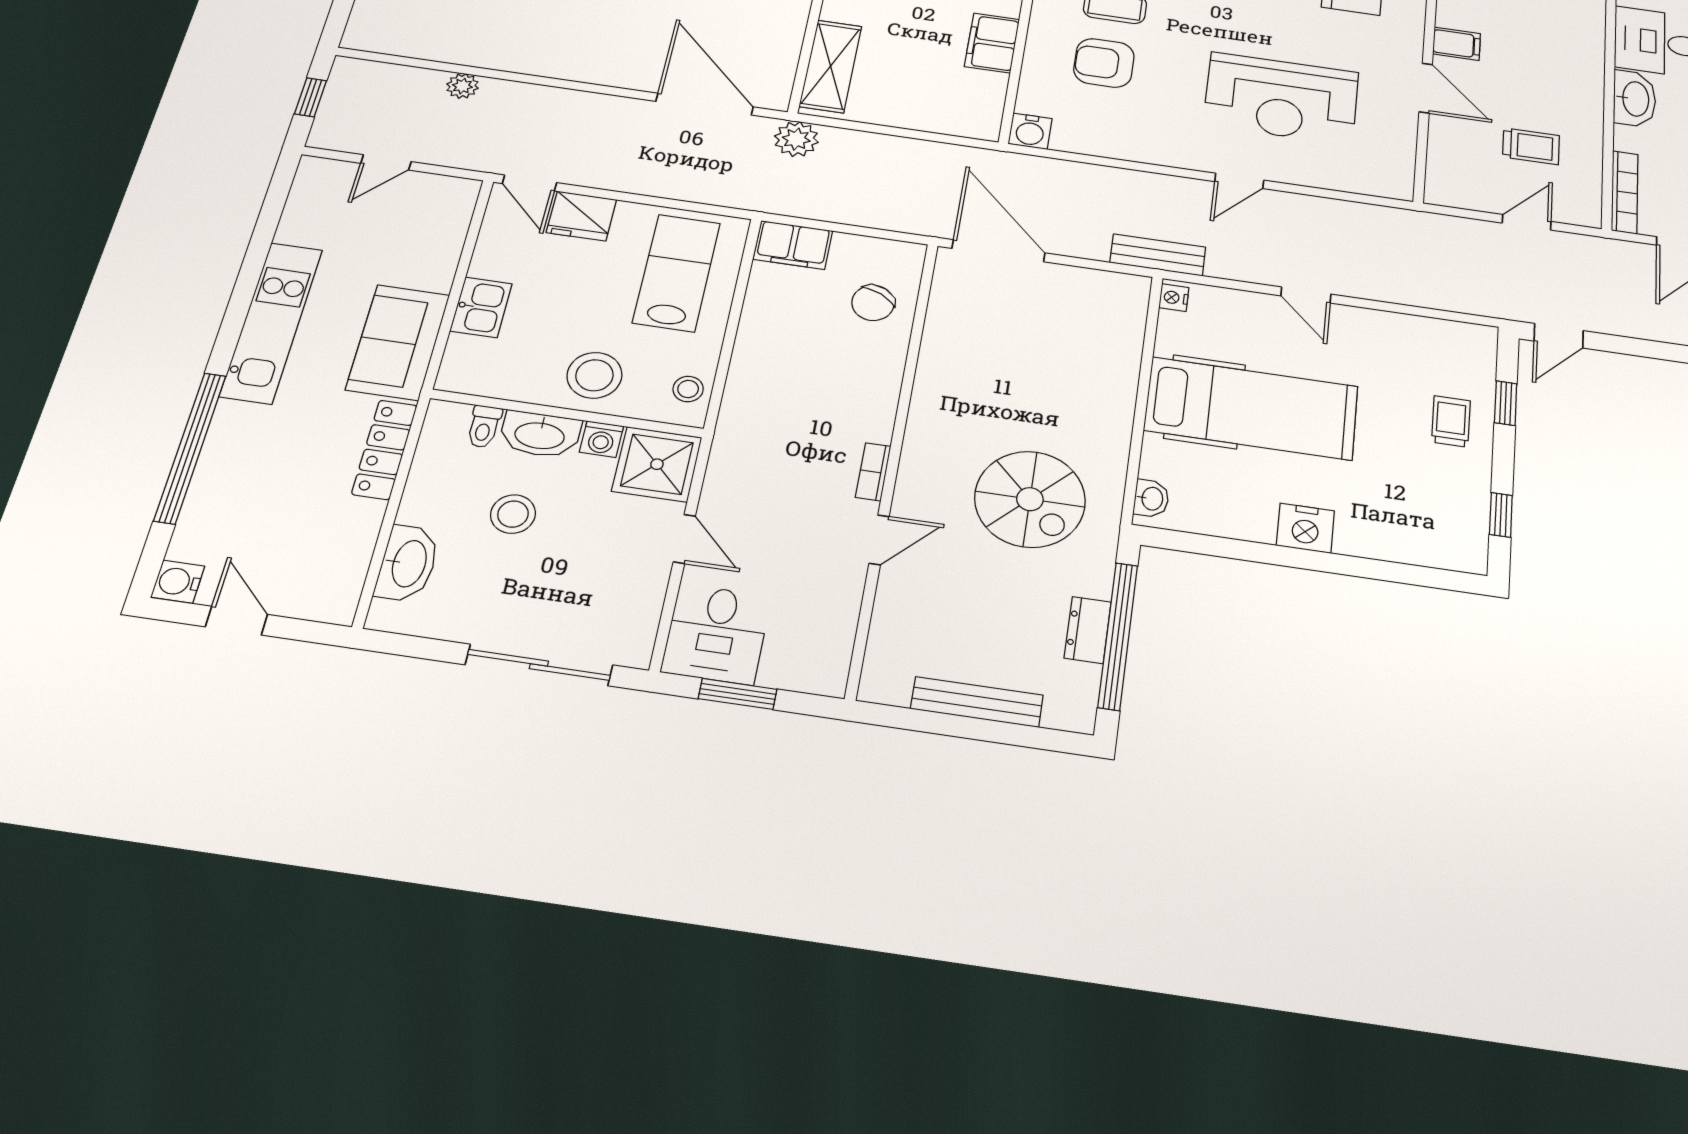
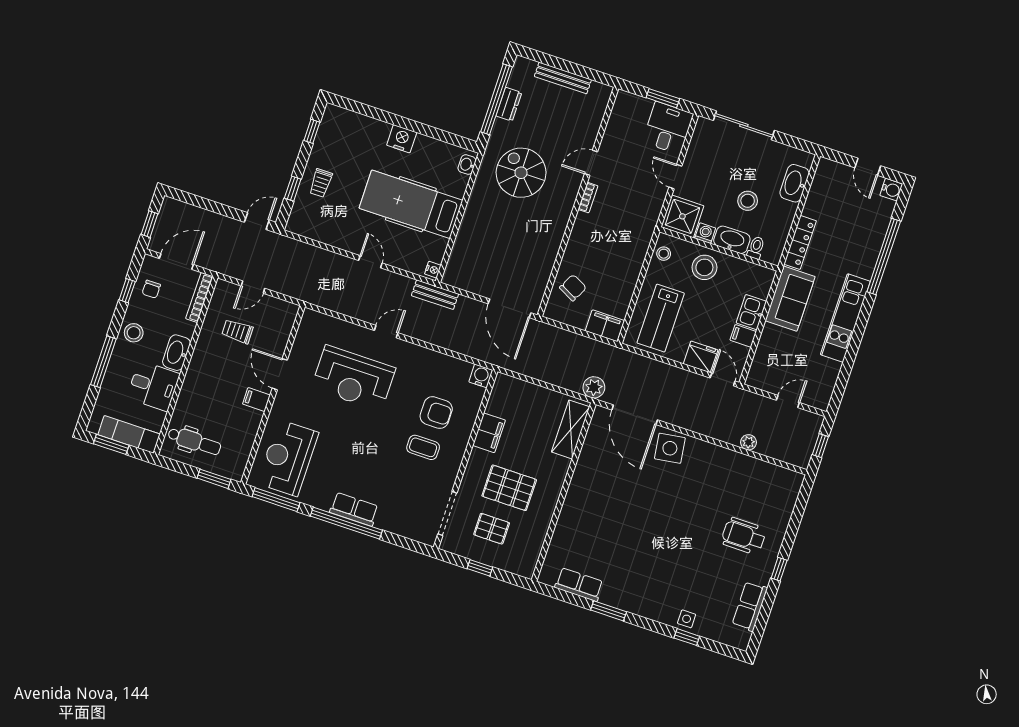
side table: (624, 59) -> (670, 448), added
reception desk: (1281, 98) -> (353, 378), turned 180
filing cabinet: (494, 263) -> (743, 336), added

